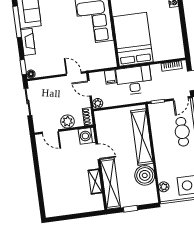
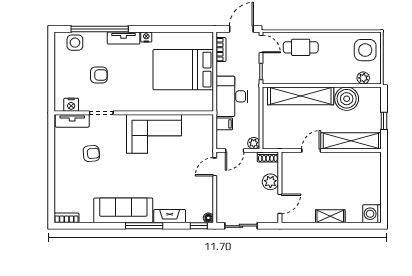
bed: (133, 39) -> (183, 70), moved
washing machine: (87, 136) -> (372, 214), moved, turned 90
shelving: (95, 181) -> (330, 216), moved

